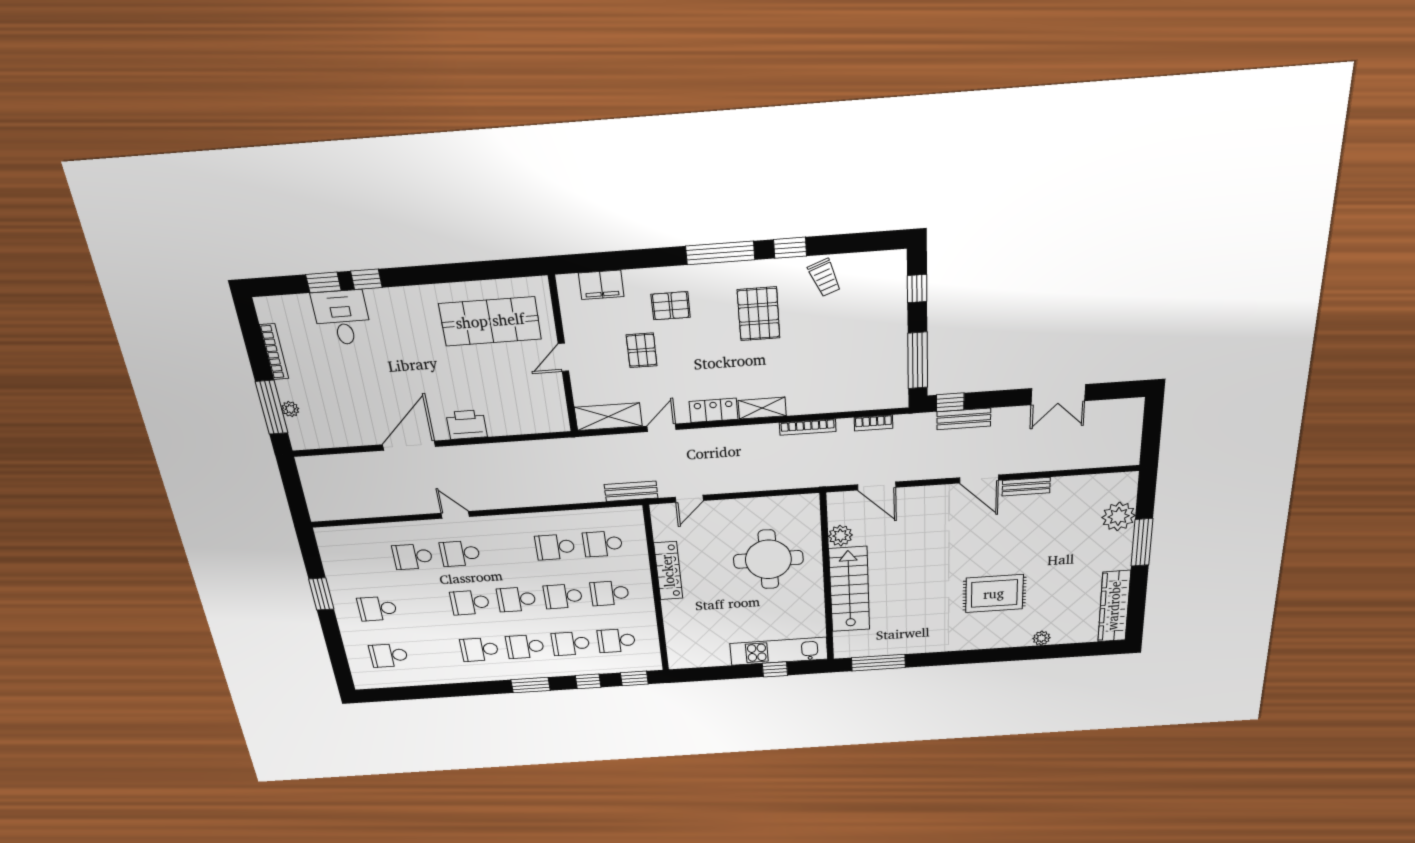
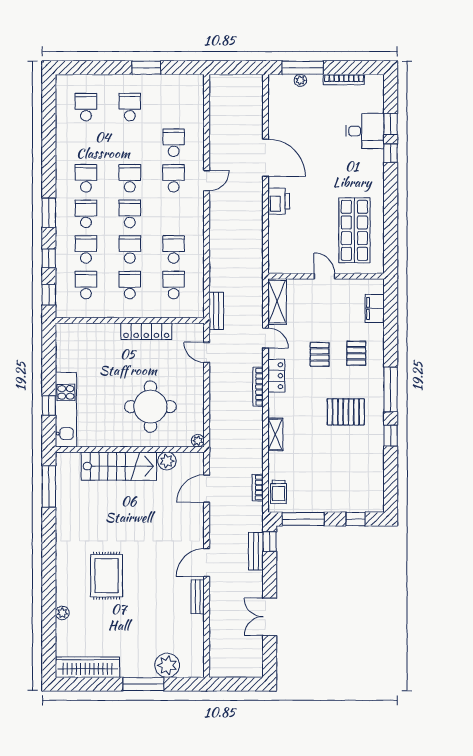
trolley: (825, 278) -> (278, 492), moved, turned -69
pallet: (642, 350) -> (320, 354), moved, turned 90
shelving: (762, 408) -> (275, 434), moved
bookcase: (808, 427) -> (258, 387), moved
plant: (811, 501) -> (198, 441), added

